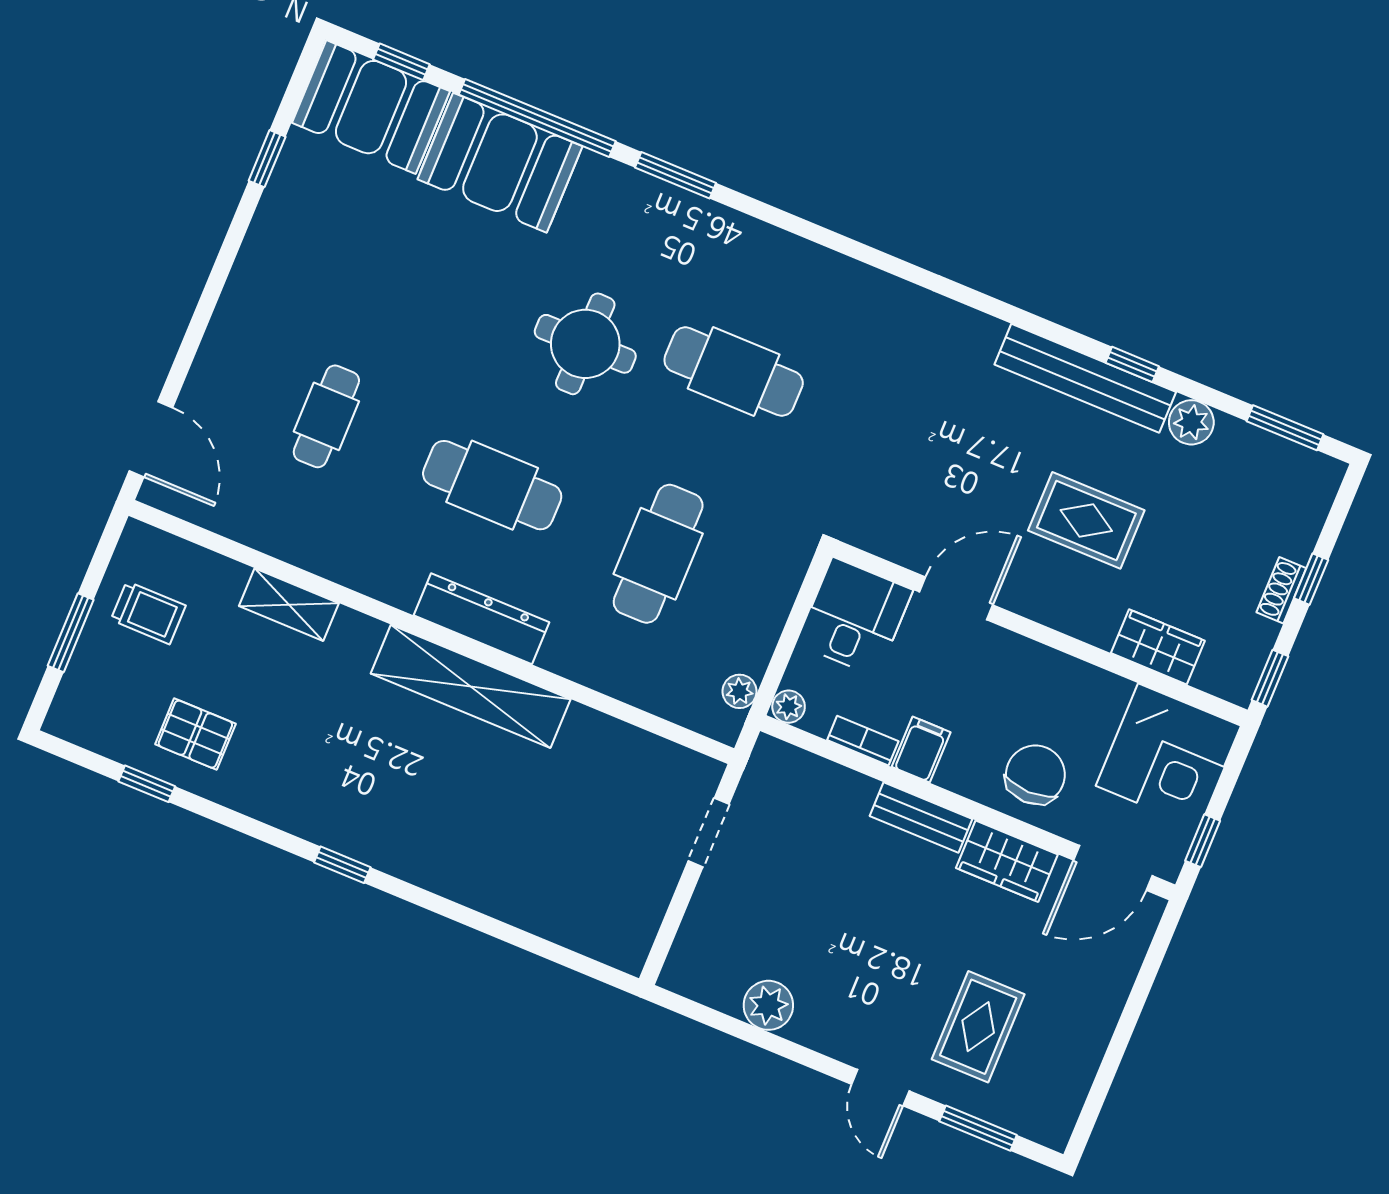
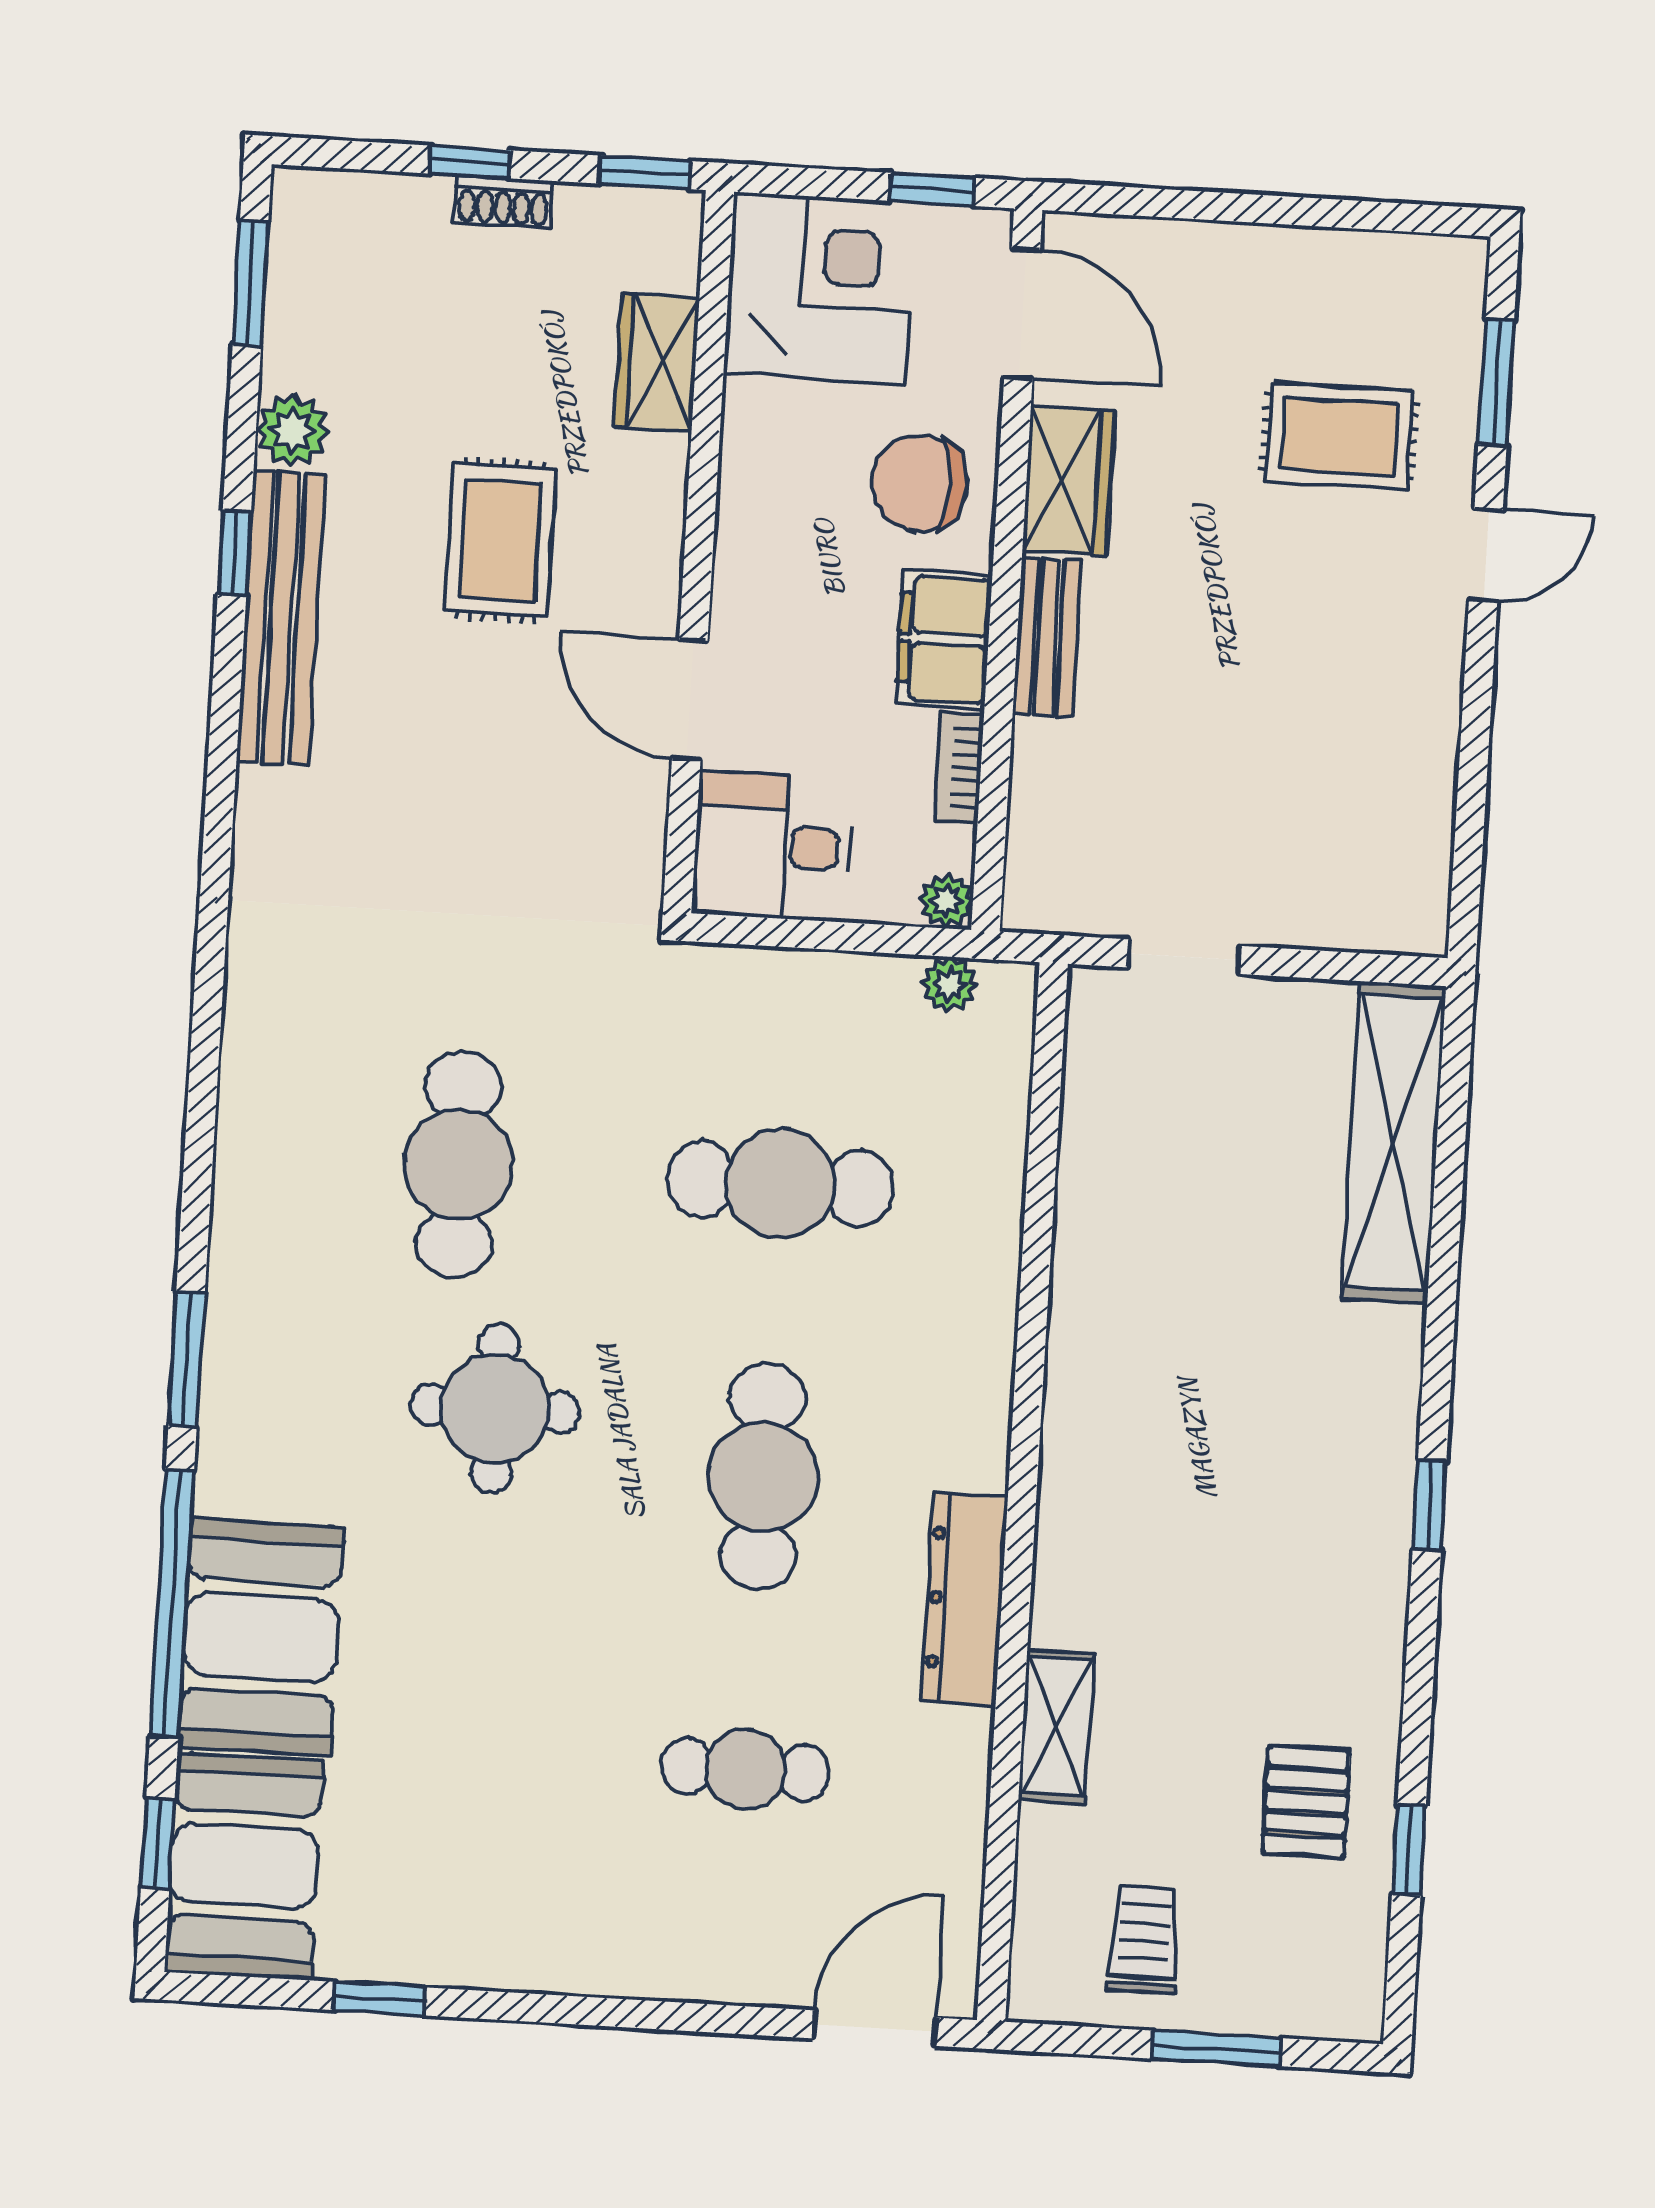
dresser: (482, 619) -> (965, 1599), moved
shelving: (471, 686) -> (1393, 1142), moved
filing cabinet: (921, 749) -> (944, 639), width x2.00
plant: (768, 1005) -> (1419, 772), removed

